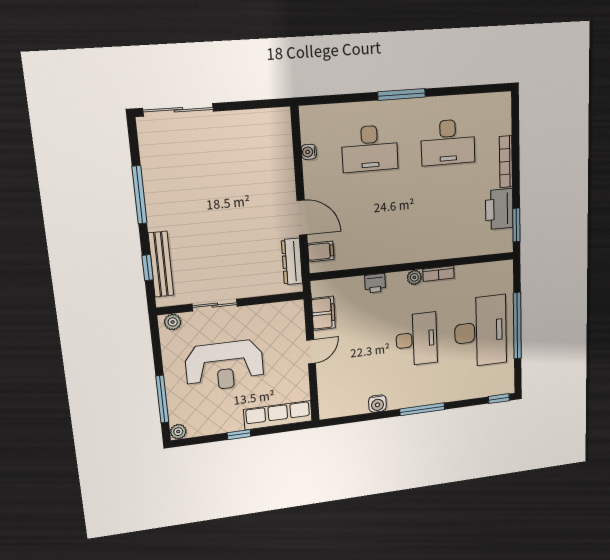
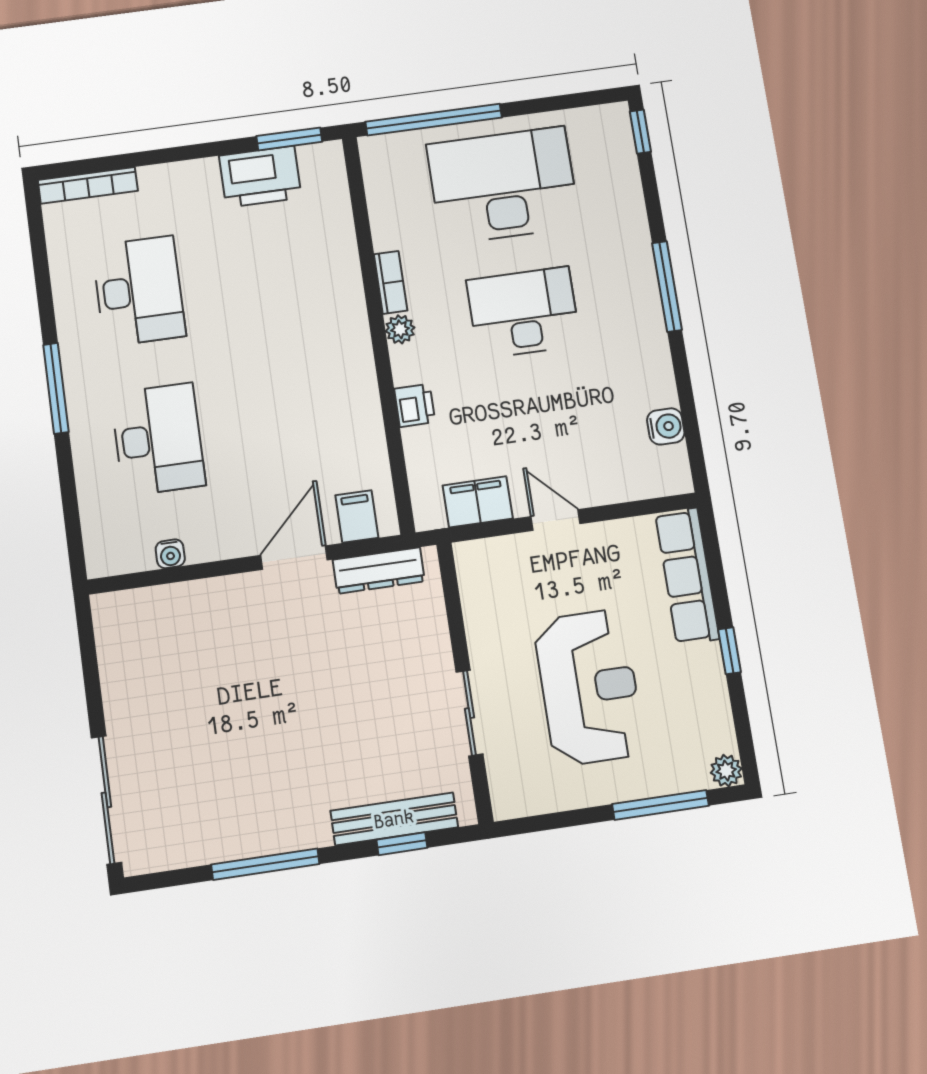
bookcase: (506, 162) -> (88, 185), moved
plant: (173, 322) -> (505, 792), removed
window: (517, 326) -> (434, 120), moved
water cooler: (377, 404) -> (666, 426), moved

